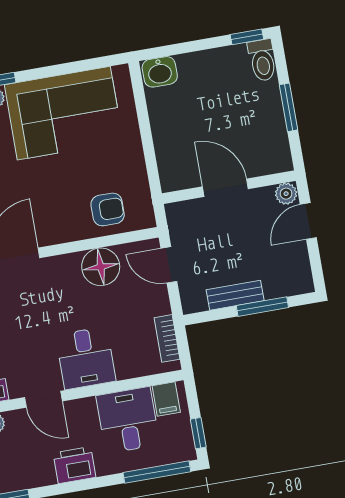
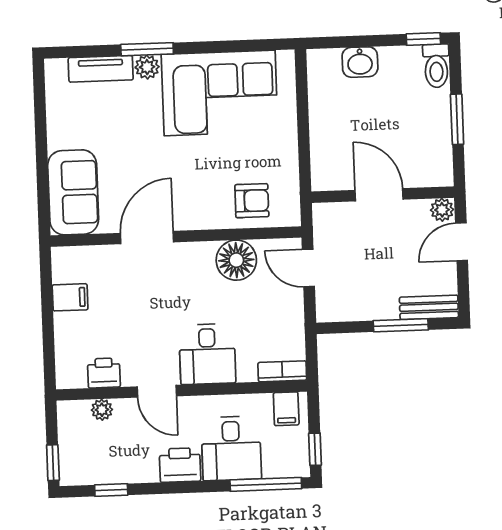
washbasin: (160, 72) -> (360, 62), moved
bench: (235, 295) -> (429, 307), moved
bookcase: (167, 338) -> (282, 371), moved, turned 90
desk: (128, 420) -> (231, 448), moved, turned 180

